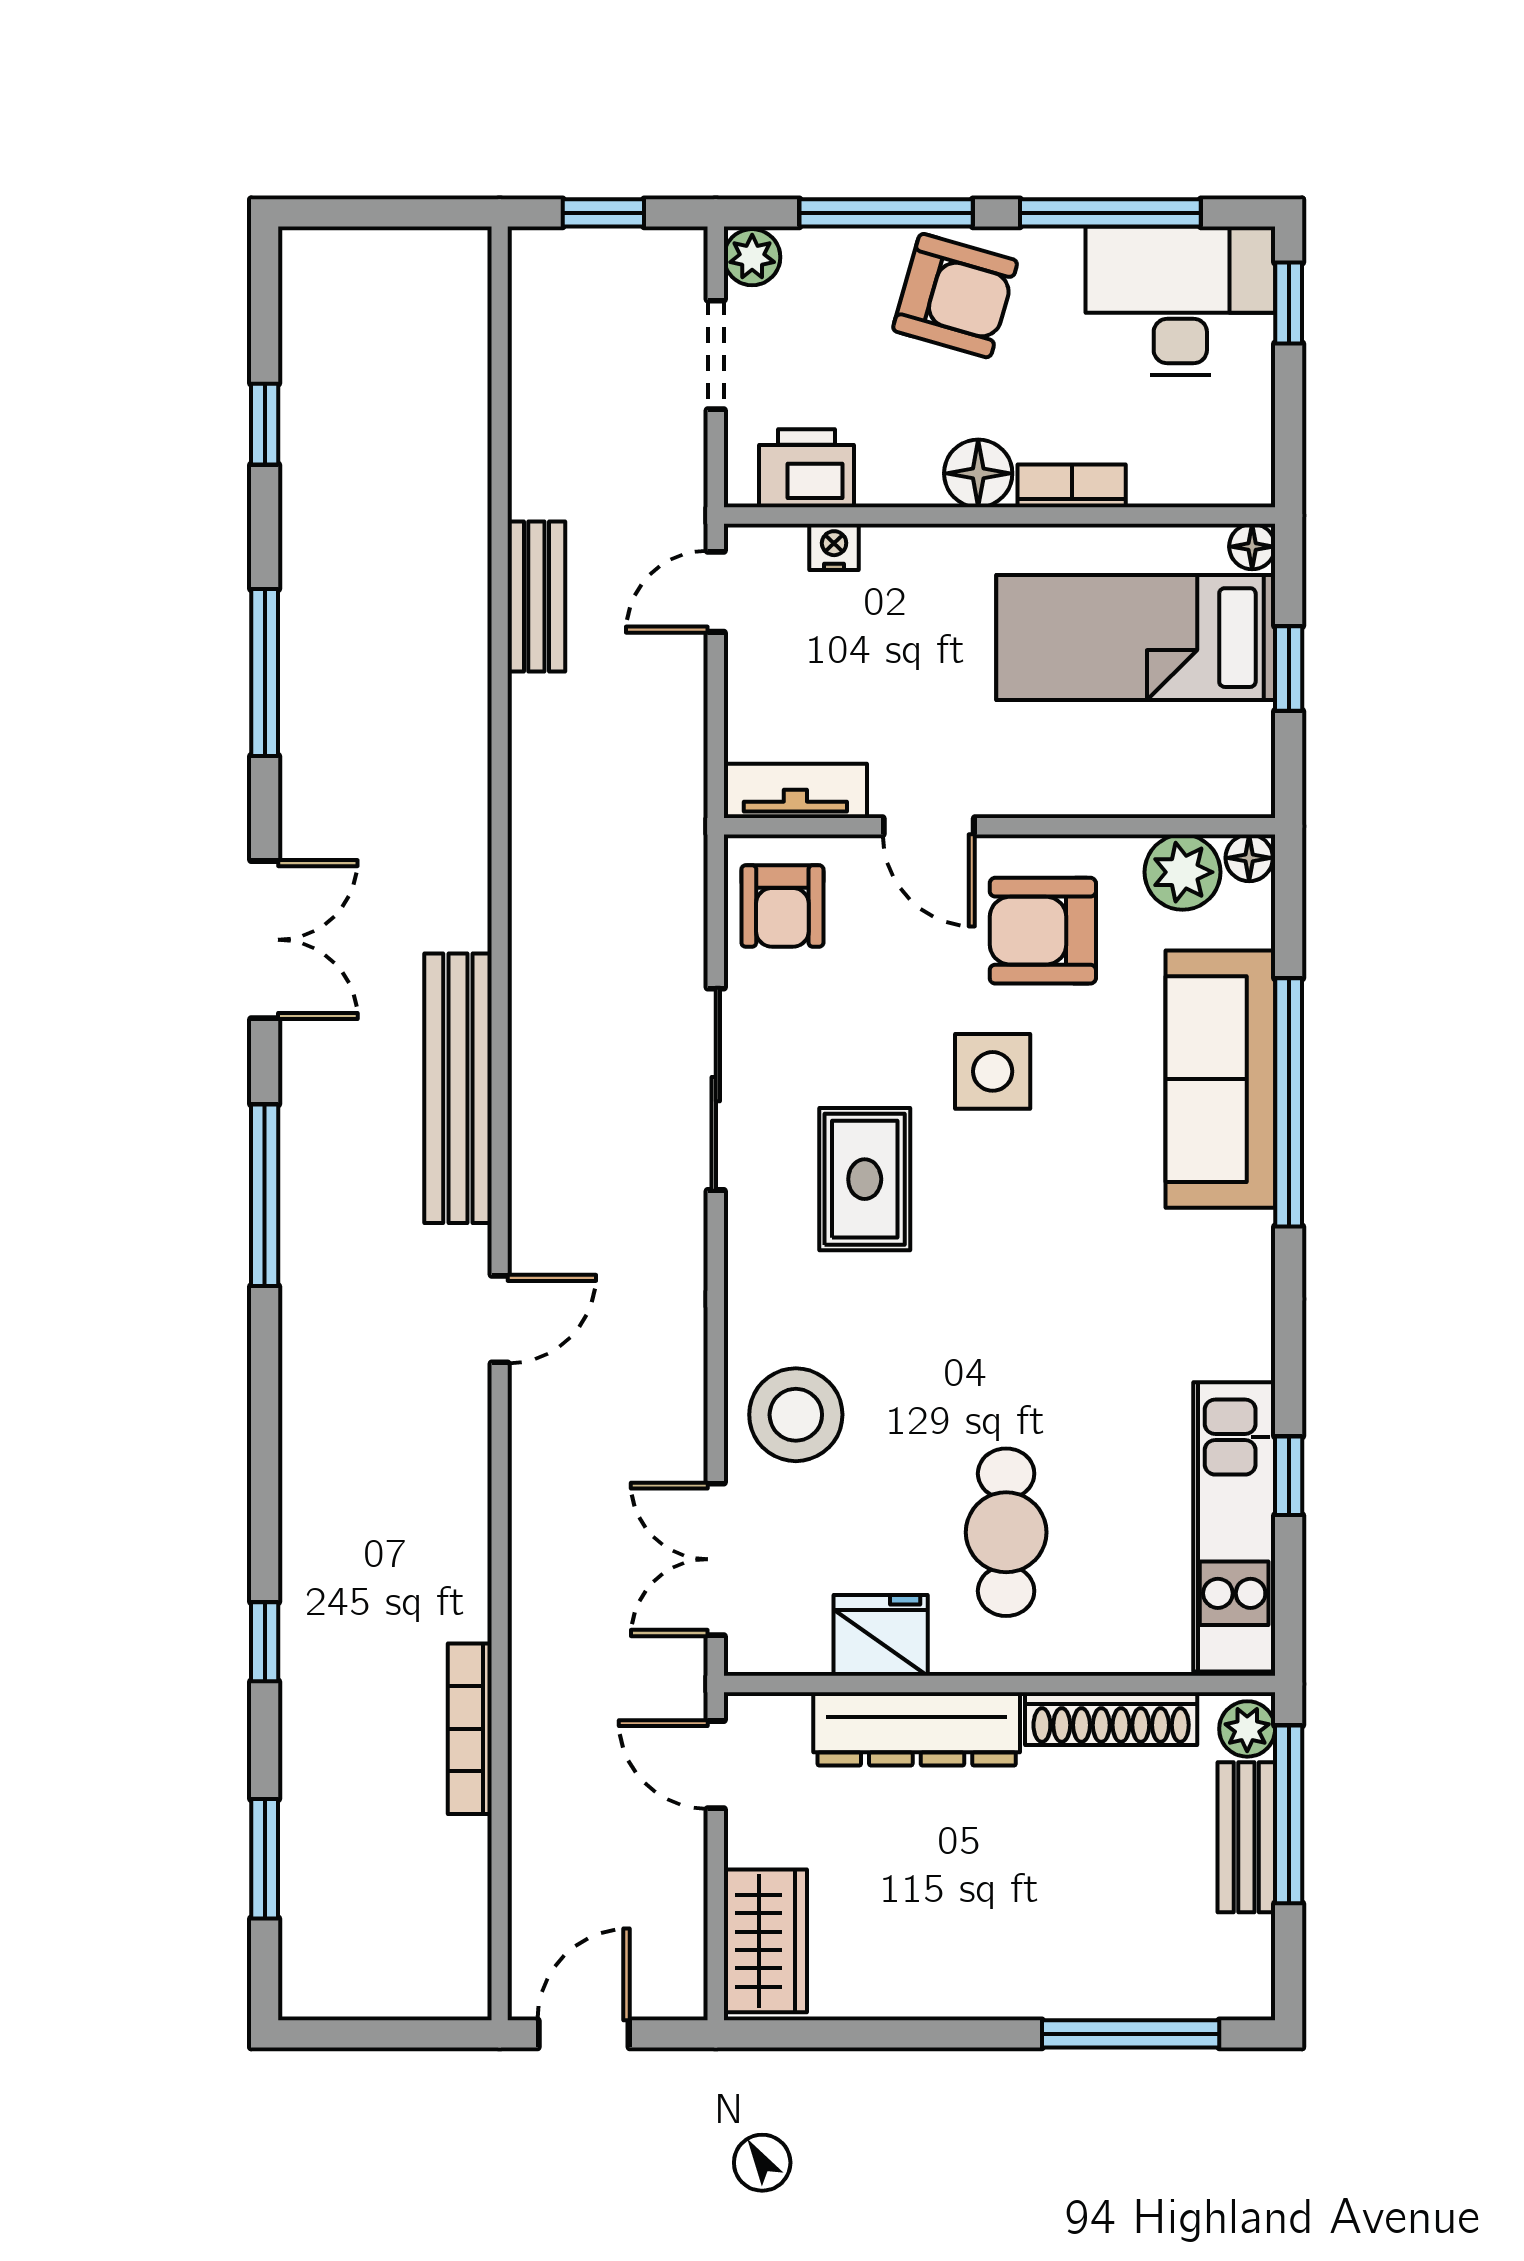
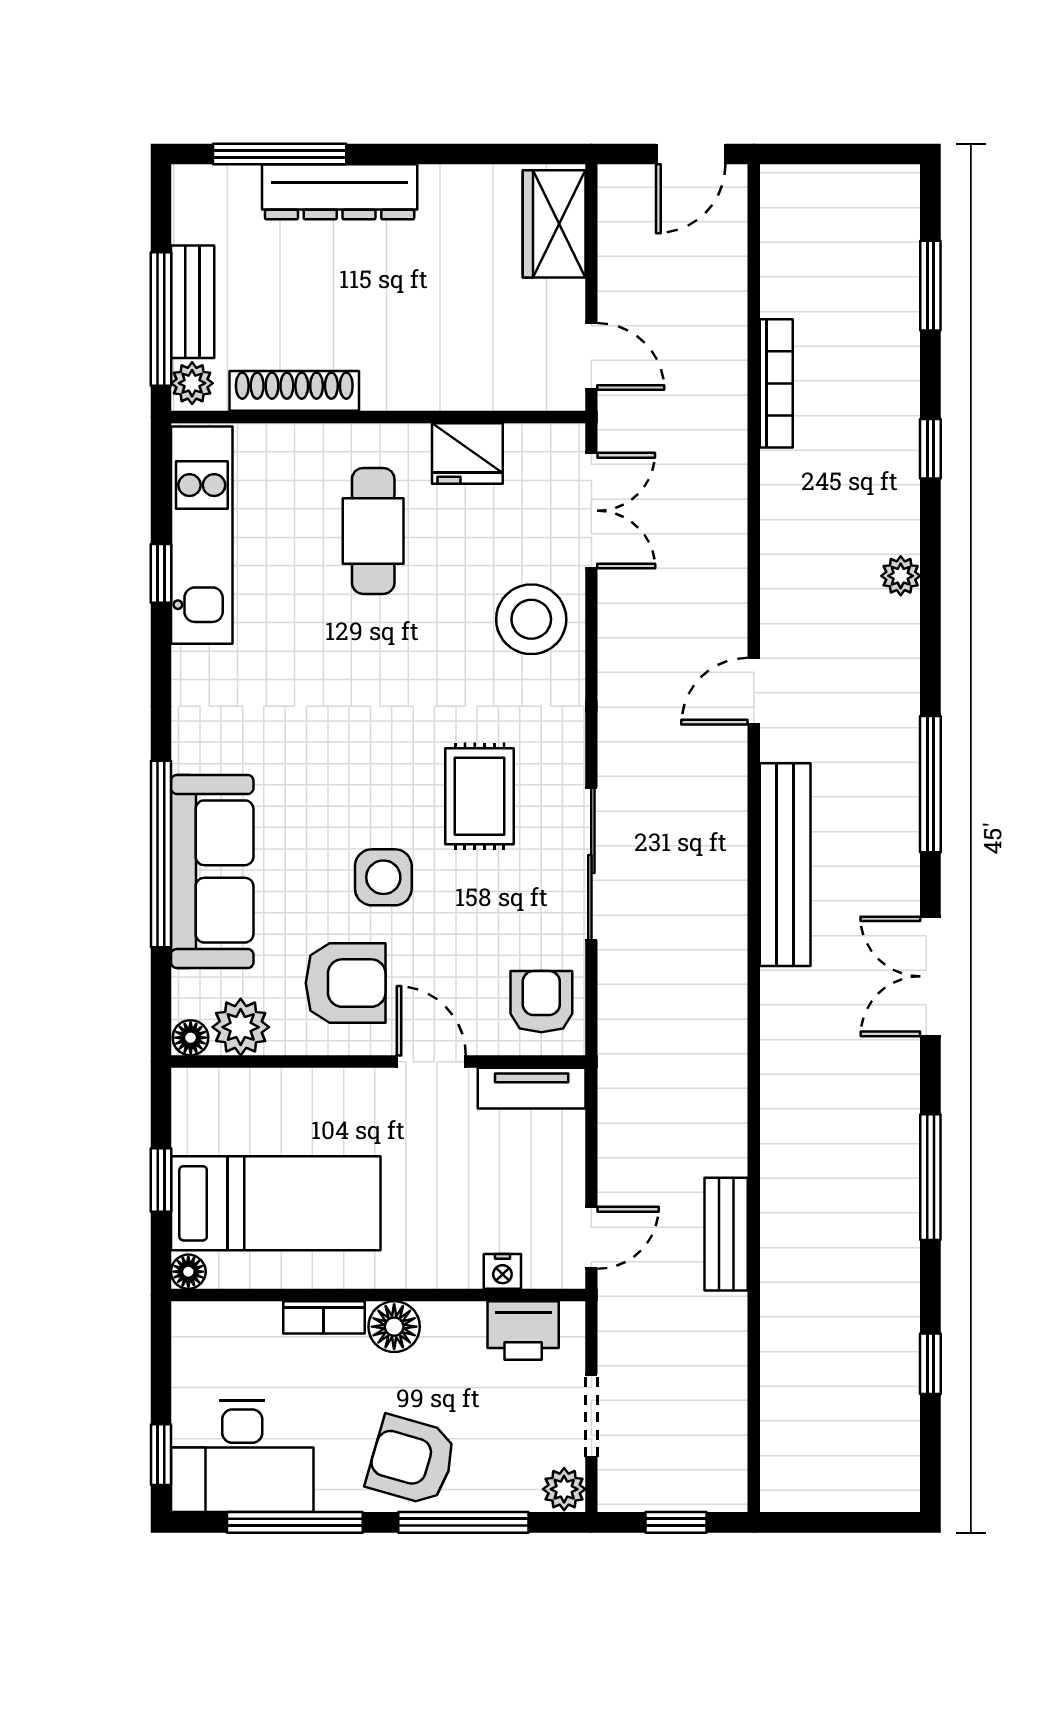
plant: (304, 1473) -> (901, 576), added
dresser: (917, 1729) -> (340, 192), moved, turned 180

